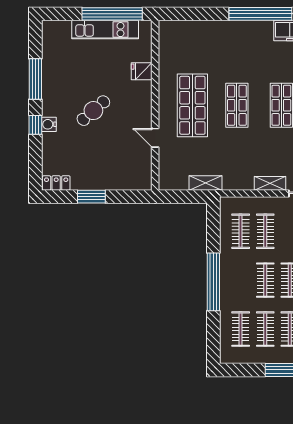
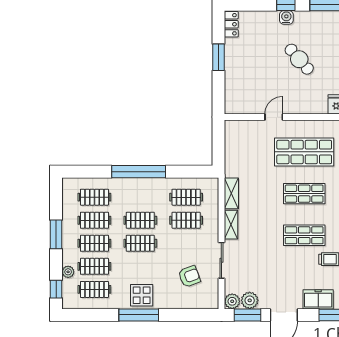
shelving: (206, 183) -> (231, 193), moved

